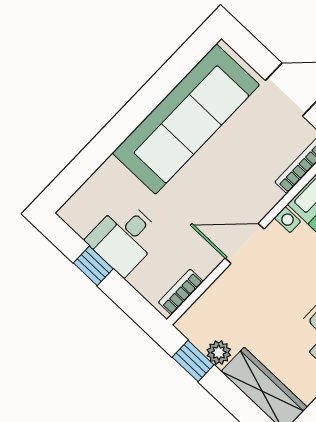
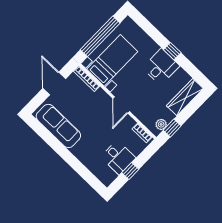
sofa: (186, 119) -> (58, 126), width x0.74, depth x0.79
plant: (219, 353) -> (161, 124), moved

